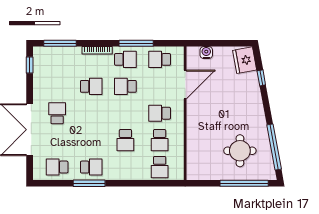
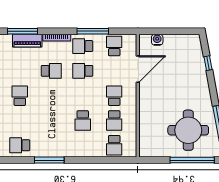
piano: (65, 54) -> (27, 41), added
school desk: (125, 59) -> (83, 46), turned 180
school desk: (160, 59) -> (114, 46), turned 90
fridge: (245, 60) -> (193, 47), removed
school desk: (160, 113) -> (114, 96), turned 90
round table: (240, 151) -> (188, 130), width x1.36, depth x1.36
school desk: (91, 167) -> (51, 145), removed

